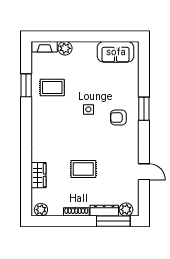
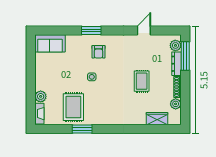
sofa: (116, 52) -> (50, 43), moved, turned 90
window: (26, 85) -> (82, 129), moved
rug: (52, 87) -> (73, 107), width x1.36, depth x1.43
wardrobe: (38, 175) -> (157, 119), moved
plant: (41, 210) -> (176, 104), moved

